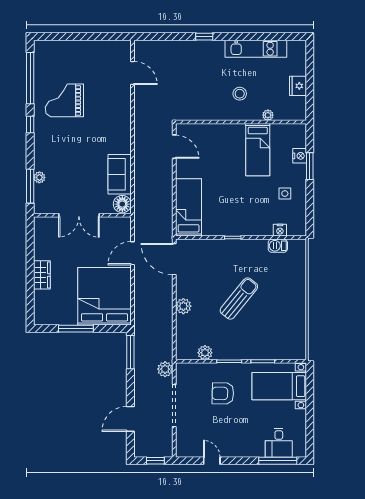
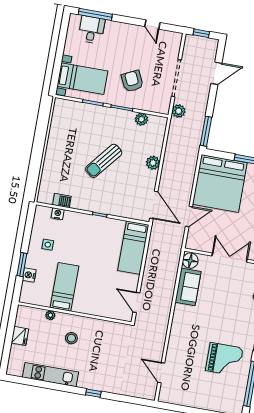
armchair: (223, 393) -> (132, 81), turned -117

